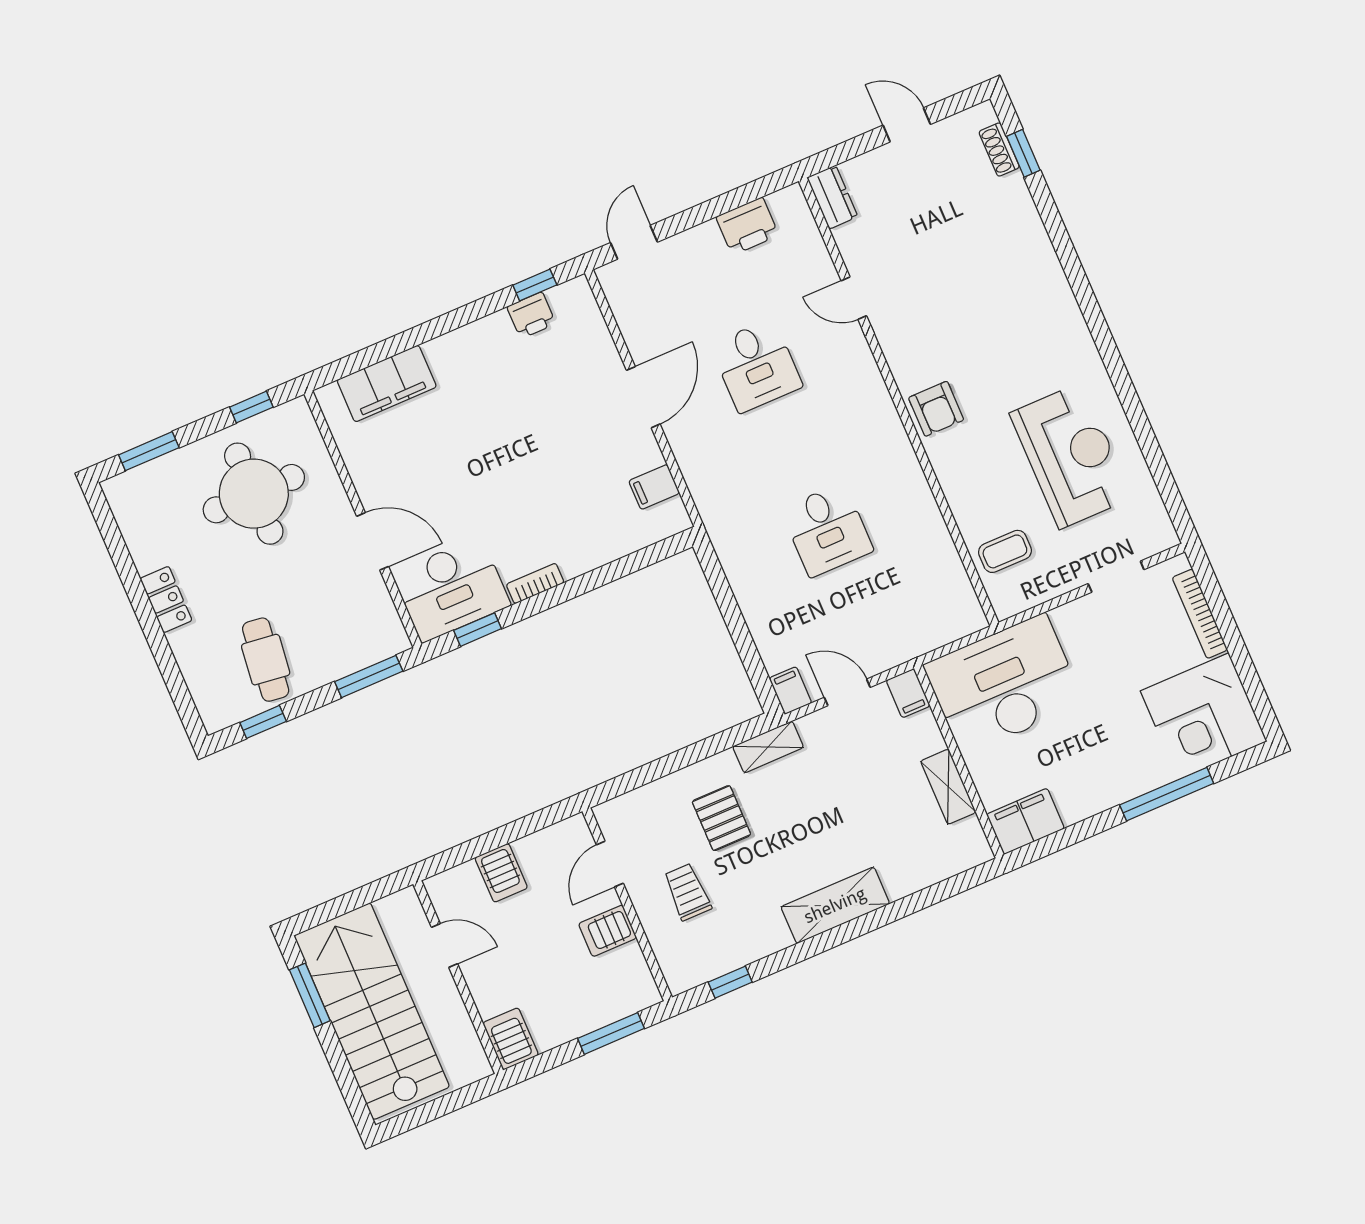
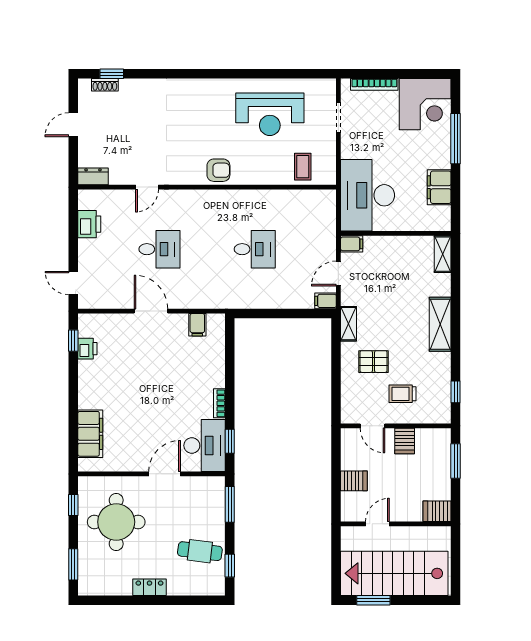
reception desk: (1071, 456) -> (270, 114), turned 180
shelving: (948, 787) -> (443, 254), moved, turned 90
filing cabinet: (1025, 821) -> (439, 187), moved

